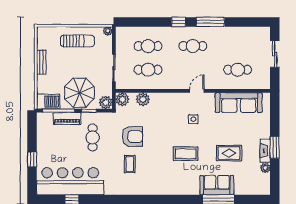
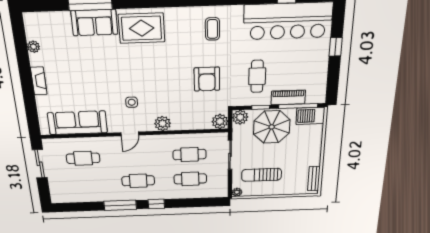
sun lounger: (77, 41) -> (262, 175), moved
sliding door: (275, 54) -> (40, 164), moved
bench: (41, 62) -> (314, 178), moved
plant: (143, 99) -> (163, 123), moved
armchair: (132, 137) -> (207, 79), turned -90
window: (275, 147) -> (25, 73), removed
fireplace: (265, 151) -> (39, 81), moved
rug: (229, 153) -> (142, 28), moved, width x1.36, depth x1.43
coffee table: (186, 154) -> (138, 61), removed
coffee table: (130, 164) -> (212, 29), moved

